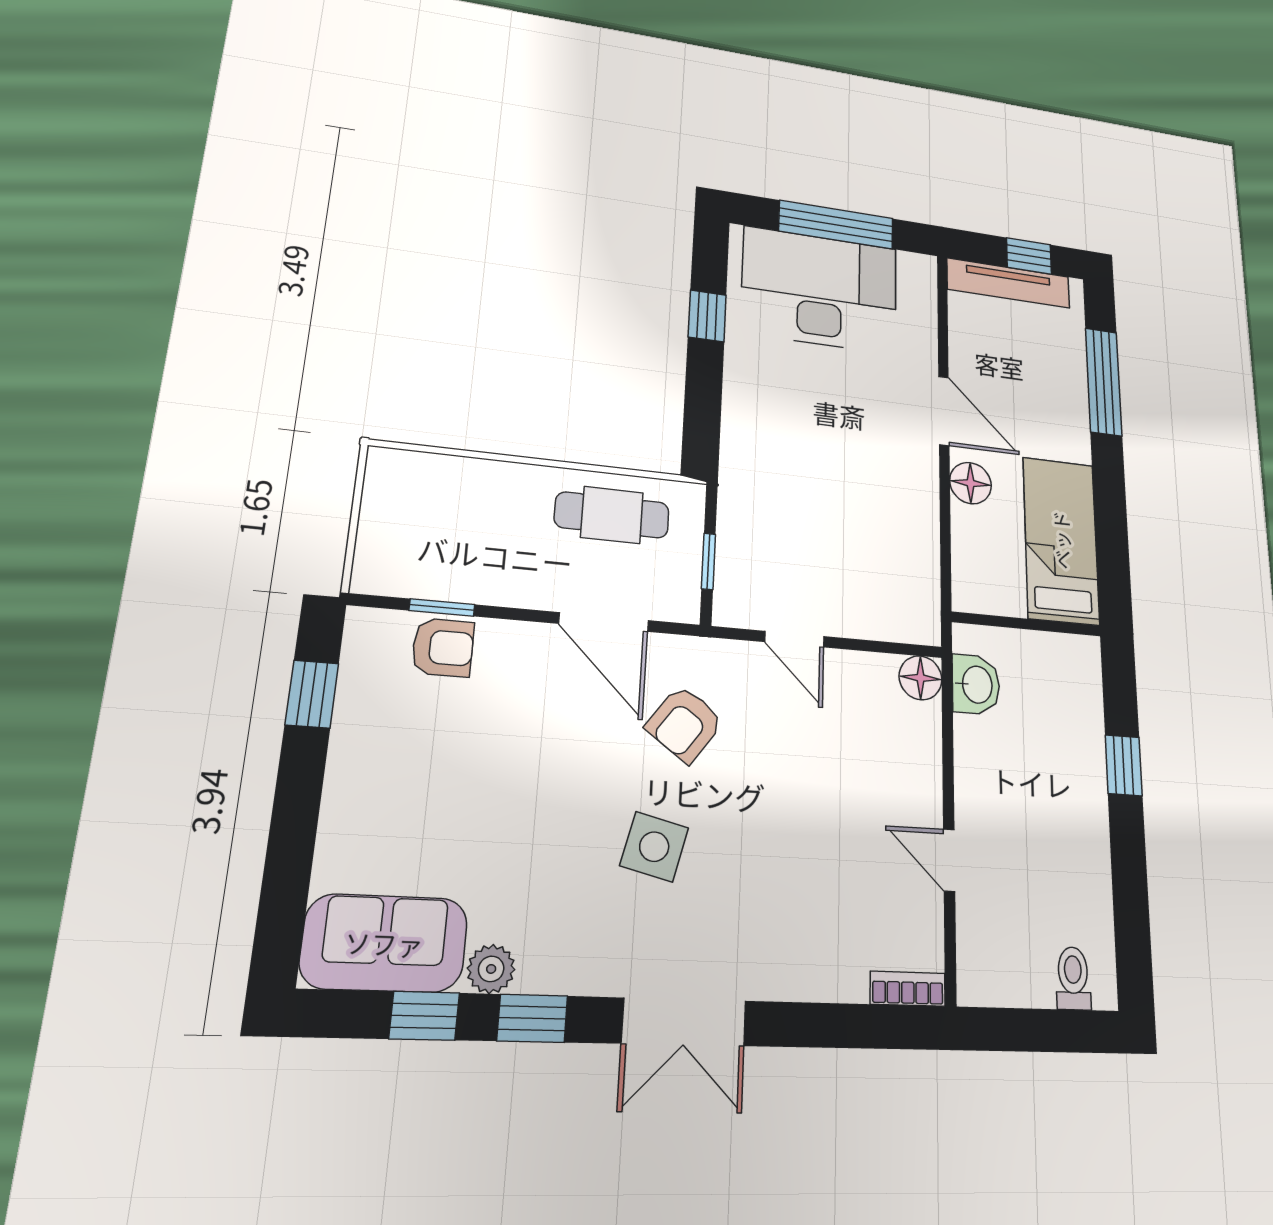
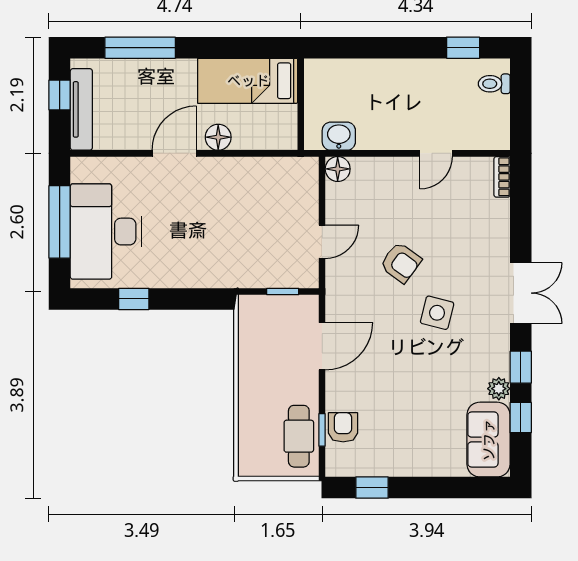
cafe table: (612, 515) -> (299, 436), moved
armchair: (685, 724) -> (401, 263), moved
window: (1124, 765) -> (463, 48), moved

